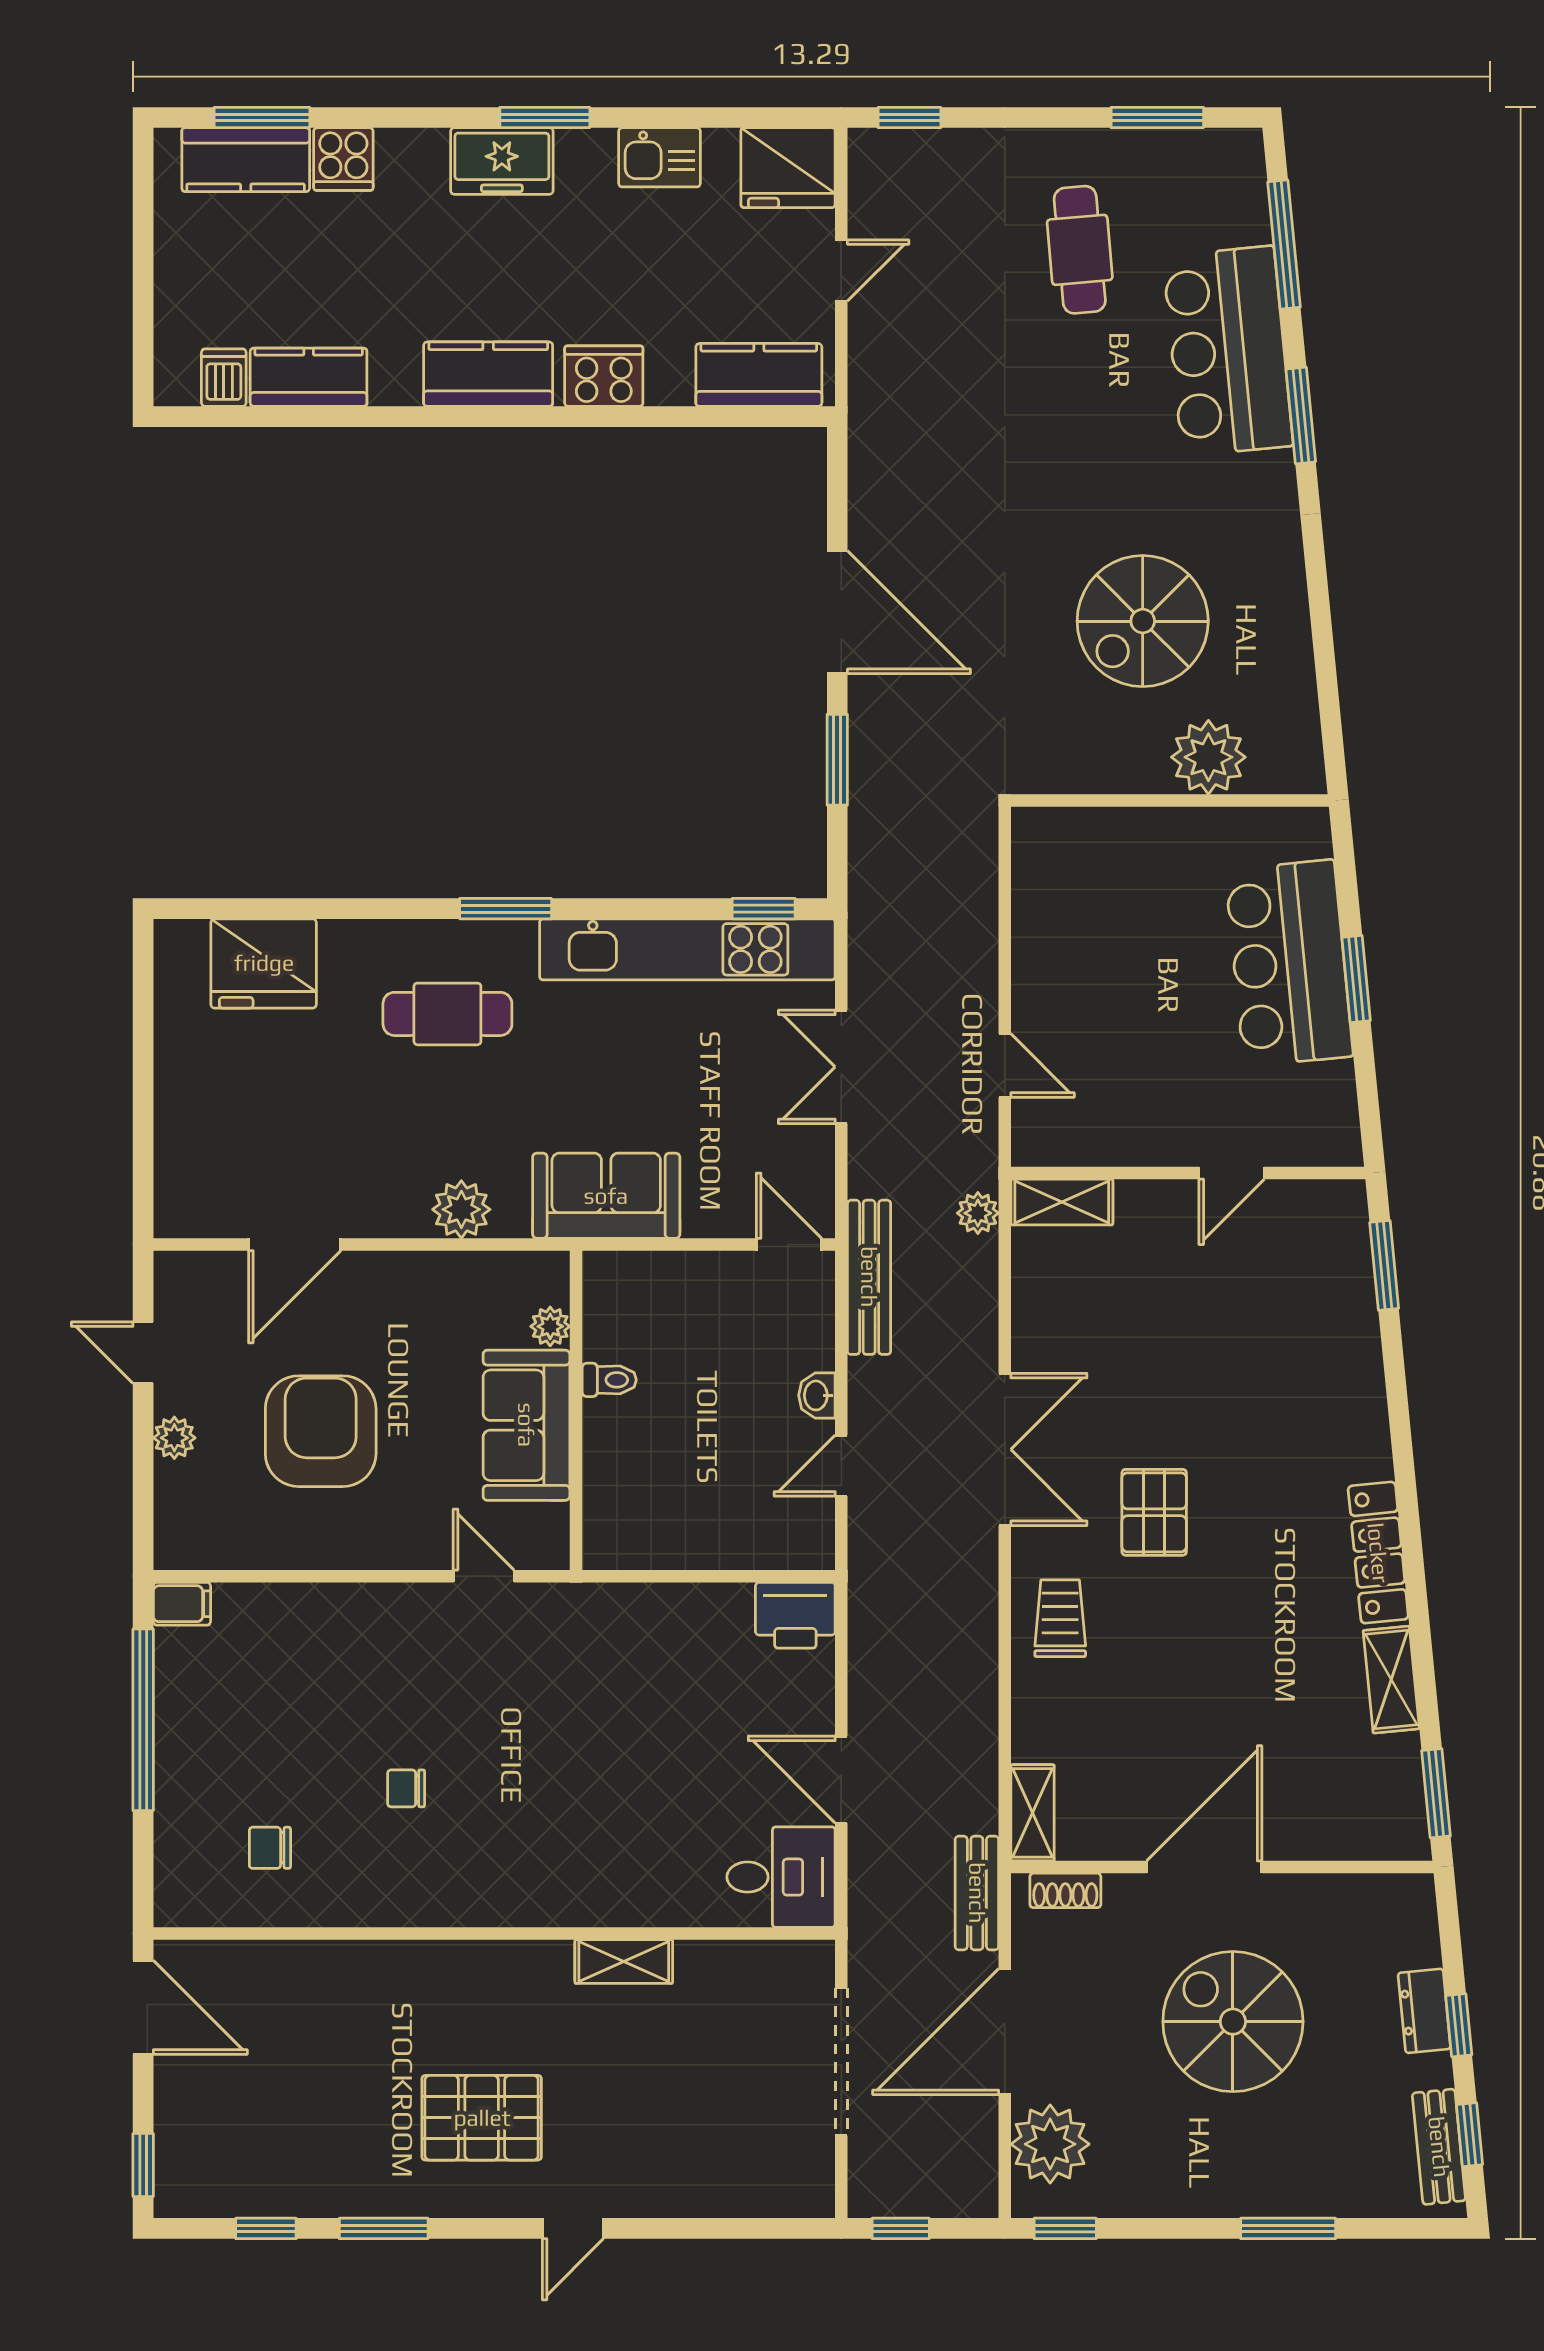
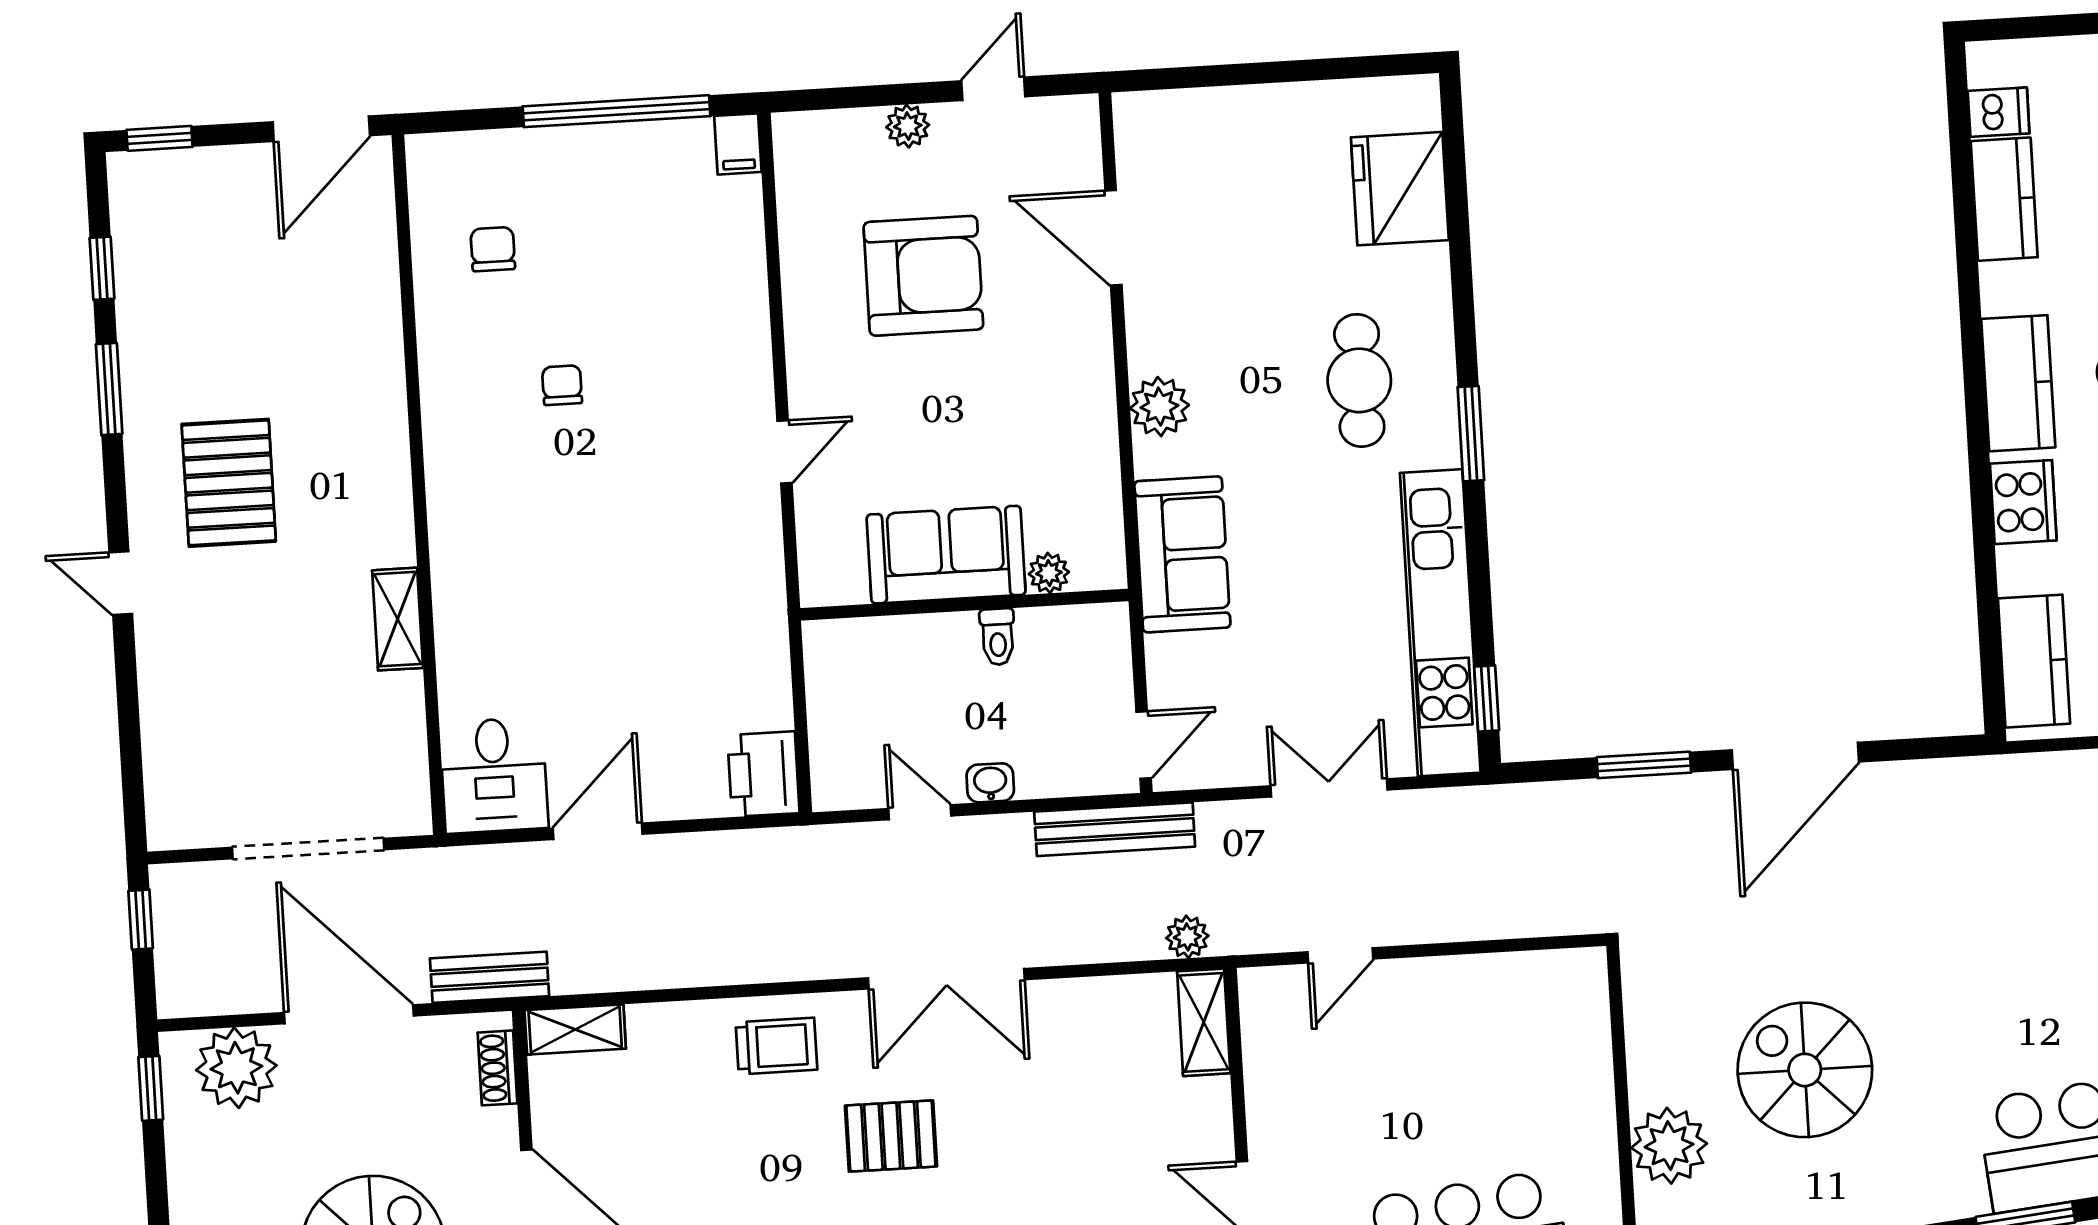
plant: (550, 1326) -> (1049, 573), moved
toilet: (609, 1380) -> (998, 637), moved
wall: (576, 1410) -> (964, 605), moved
sofa: (526, 1425) -> (946, 555), moved

